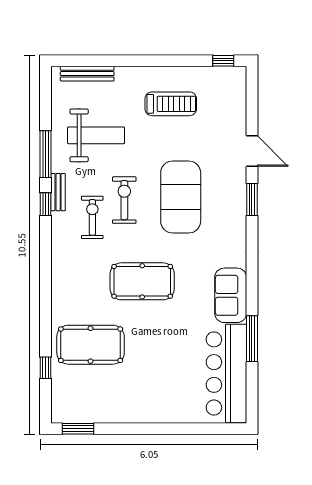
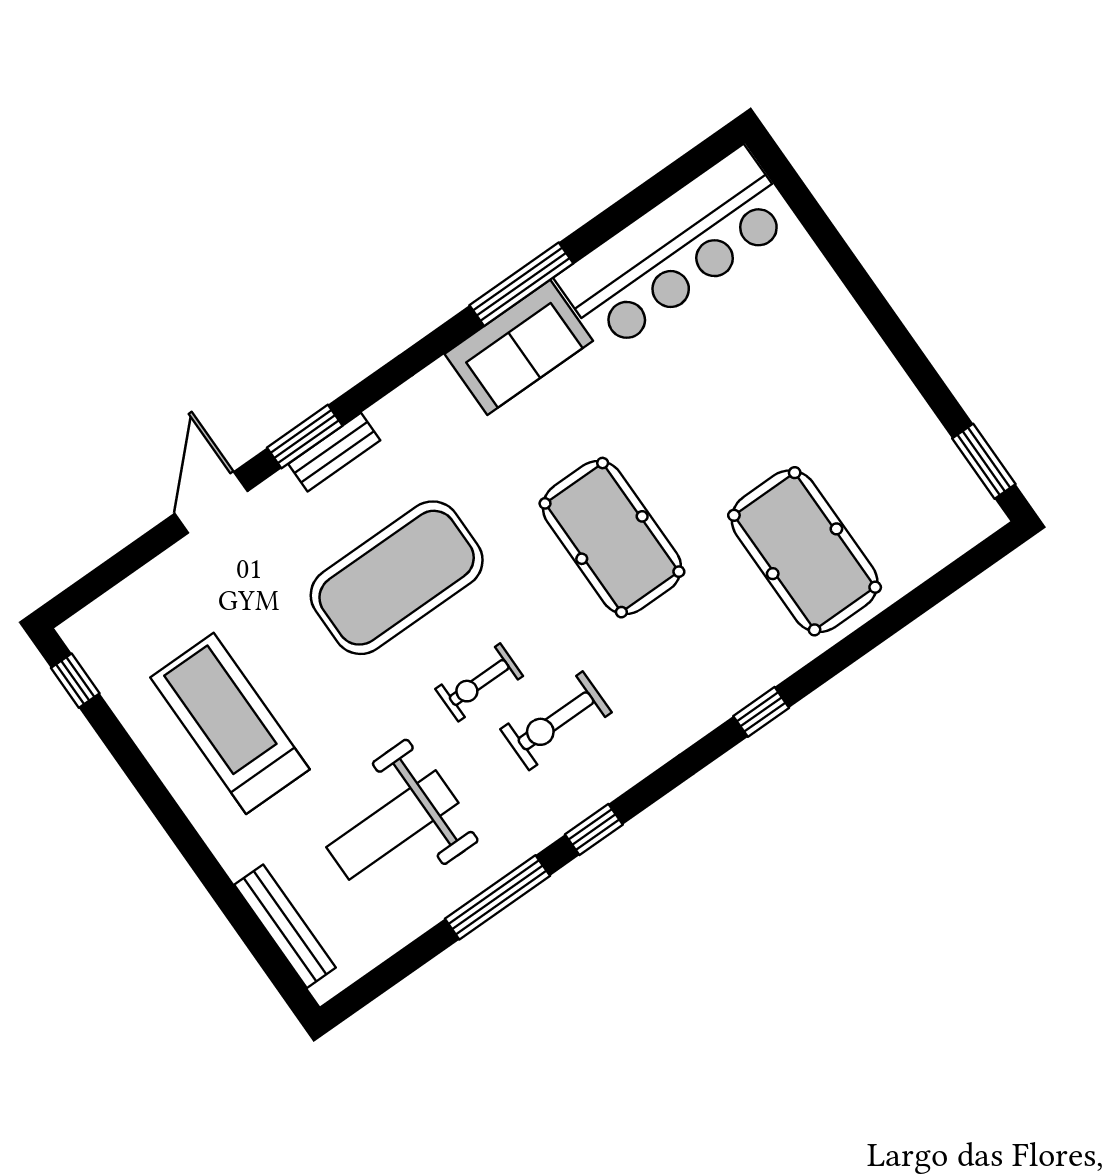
treadmill: (171, 104) -> (230, 723), width x1.37, depth x1.38
weight bench: (96, 135) -> (392, 825), turned -90
bench: (58, 192) -> (334, 452), moved
exercise bike: (124, 200) -> (479, 682), width x0.73, depth x0.72
window: (252, 339) -> (521, 284), moved
window: (45, 368) -> (761, 712), moved

